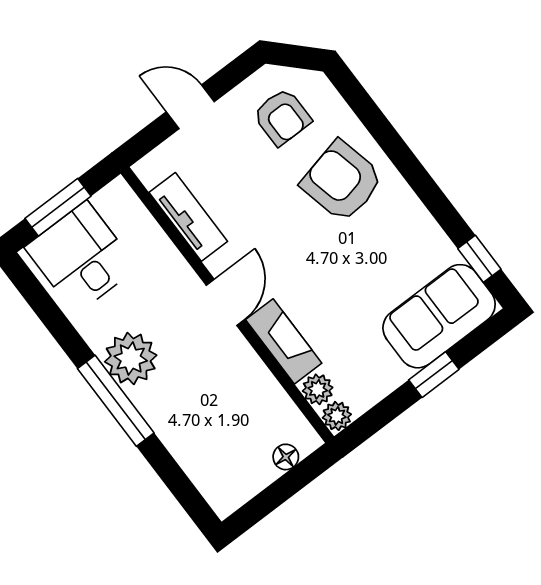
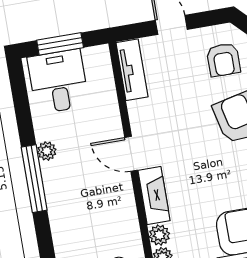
tv unit: (188, 217) -> (132, 70), moved
door: (225, 302) -> (131, 154), swing flipped
plant: (131, 358) -> (47, 151), width x0.53, depth x0.53

